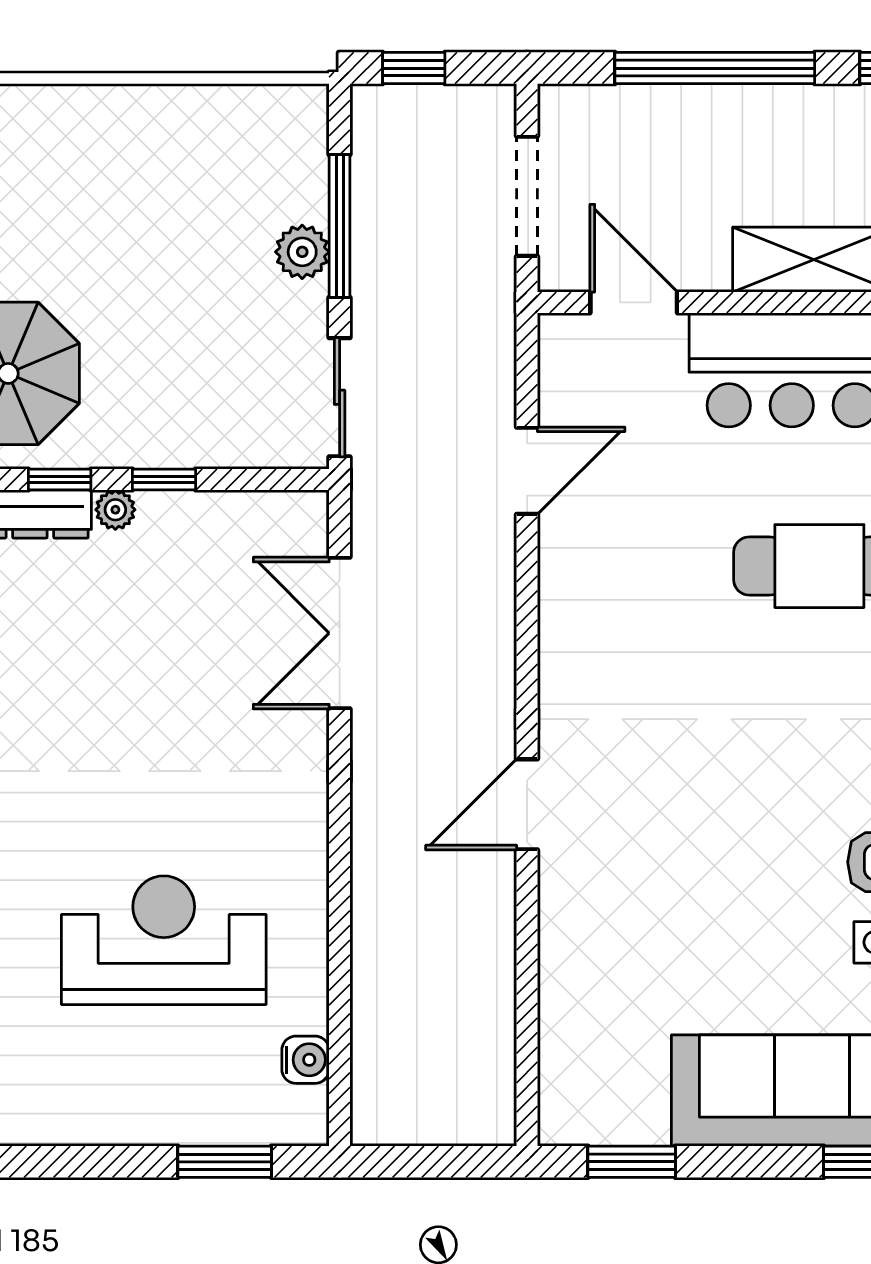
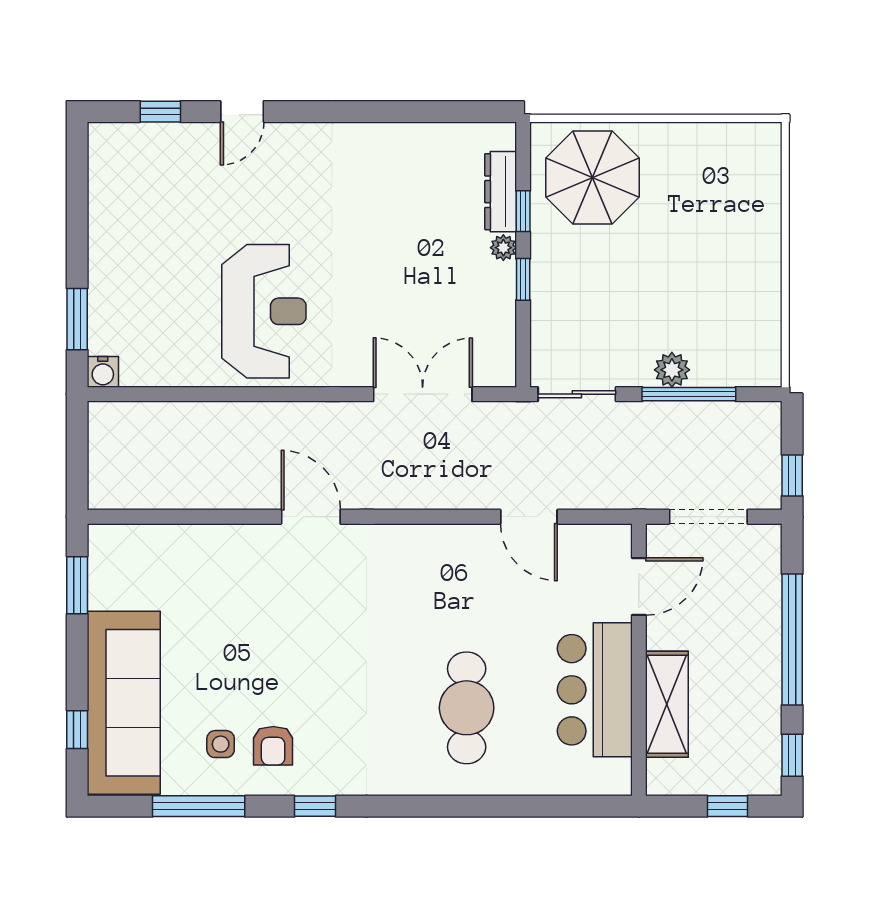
window: (414, 68) -> (792, 475), moved
reception desk: (164, 940) -> (264, 311), moved
water cooler: (305, 1060) -> (103, 372), moved

